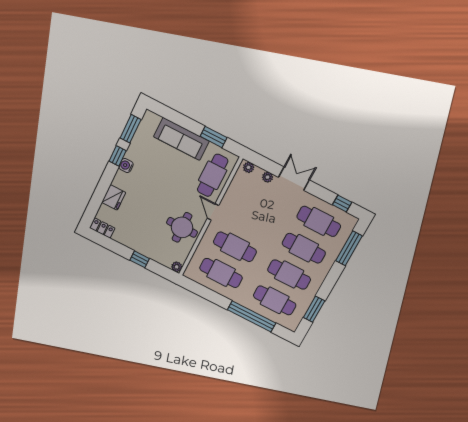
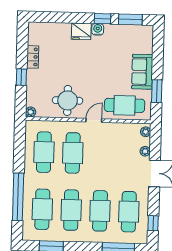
sofa: (181, 139) -> (142, 72), width x0.73
fridge: (114, 197) -> (81, 31), moved
locker: (102, 228) -> (33, 57), moved

